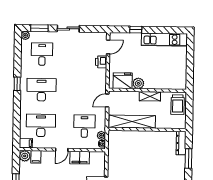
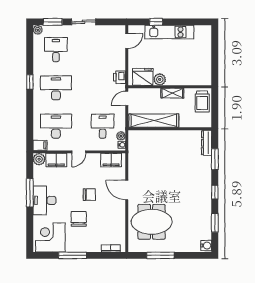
kitchen unit: (164, 40) -> (169, 32), moved
printer: (101, 62) -> (119, 77), moved
filing cabinet: (36, 157) -> (56, 160), width x2.00
filing cabinet: (80, 158) -> (111, 160), moved

